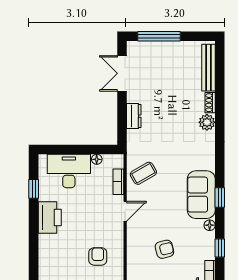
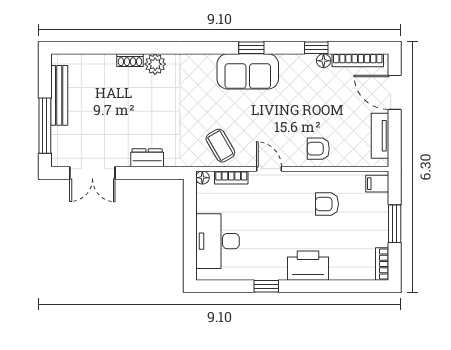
bench: (209, 68) -> (59, 95), moved, turned 90
floor lamp: (97, 159) -> (202, 178), moved
window: (34, 189) -> (266, 286), moved
printer: (50, 217) -> (308, 266), moved
floor lamp: (210, 225) -> (324, 61), moved
armchair: (164, 249) -> (318, 149), moved, turned -76

